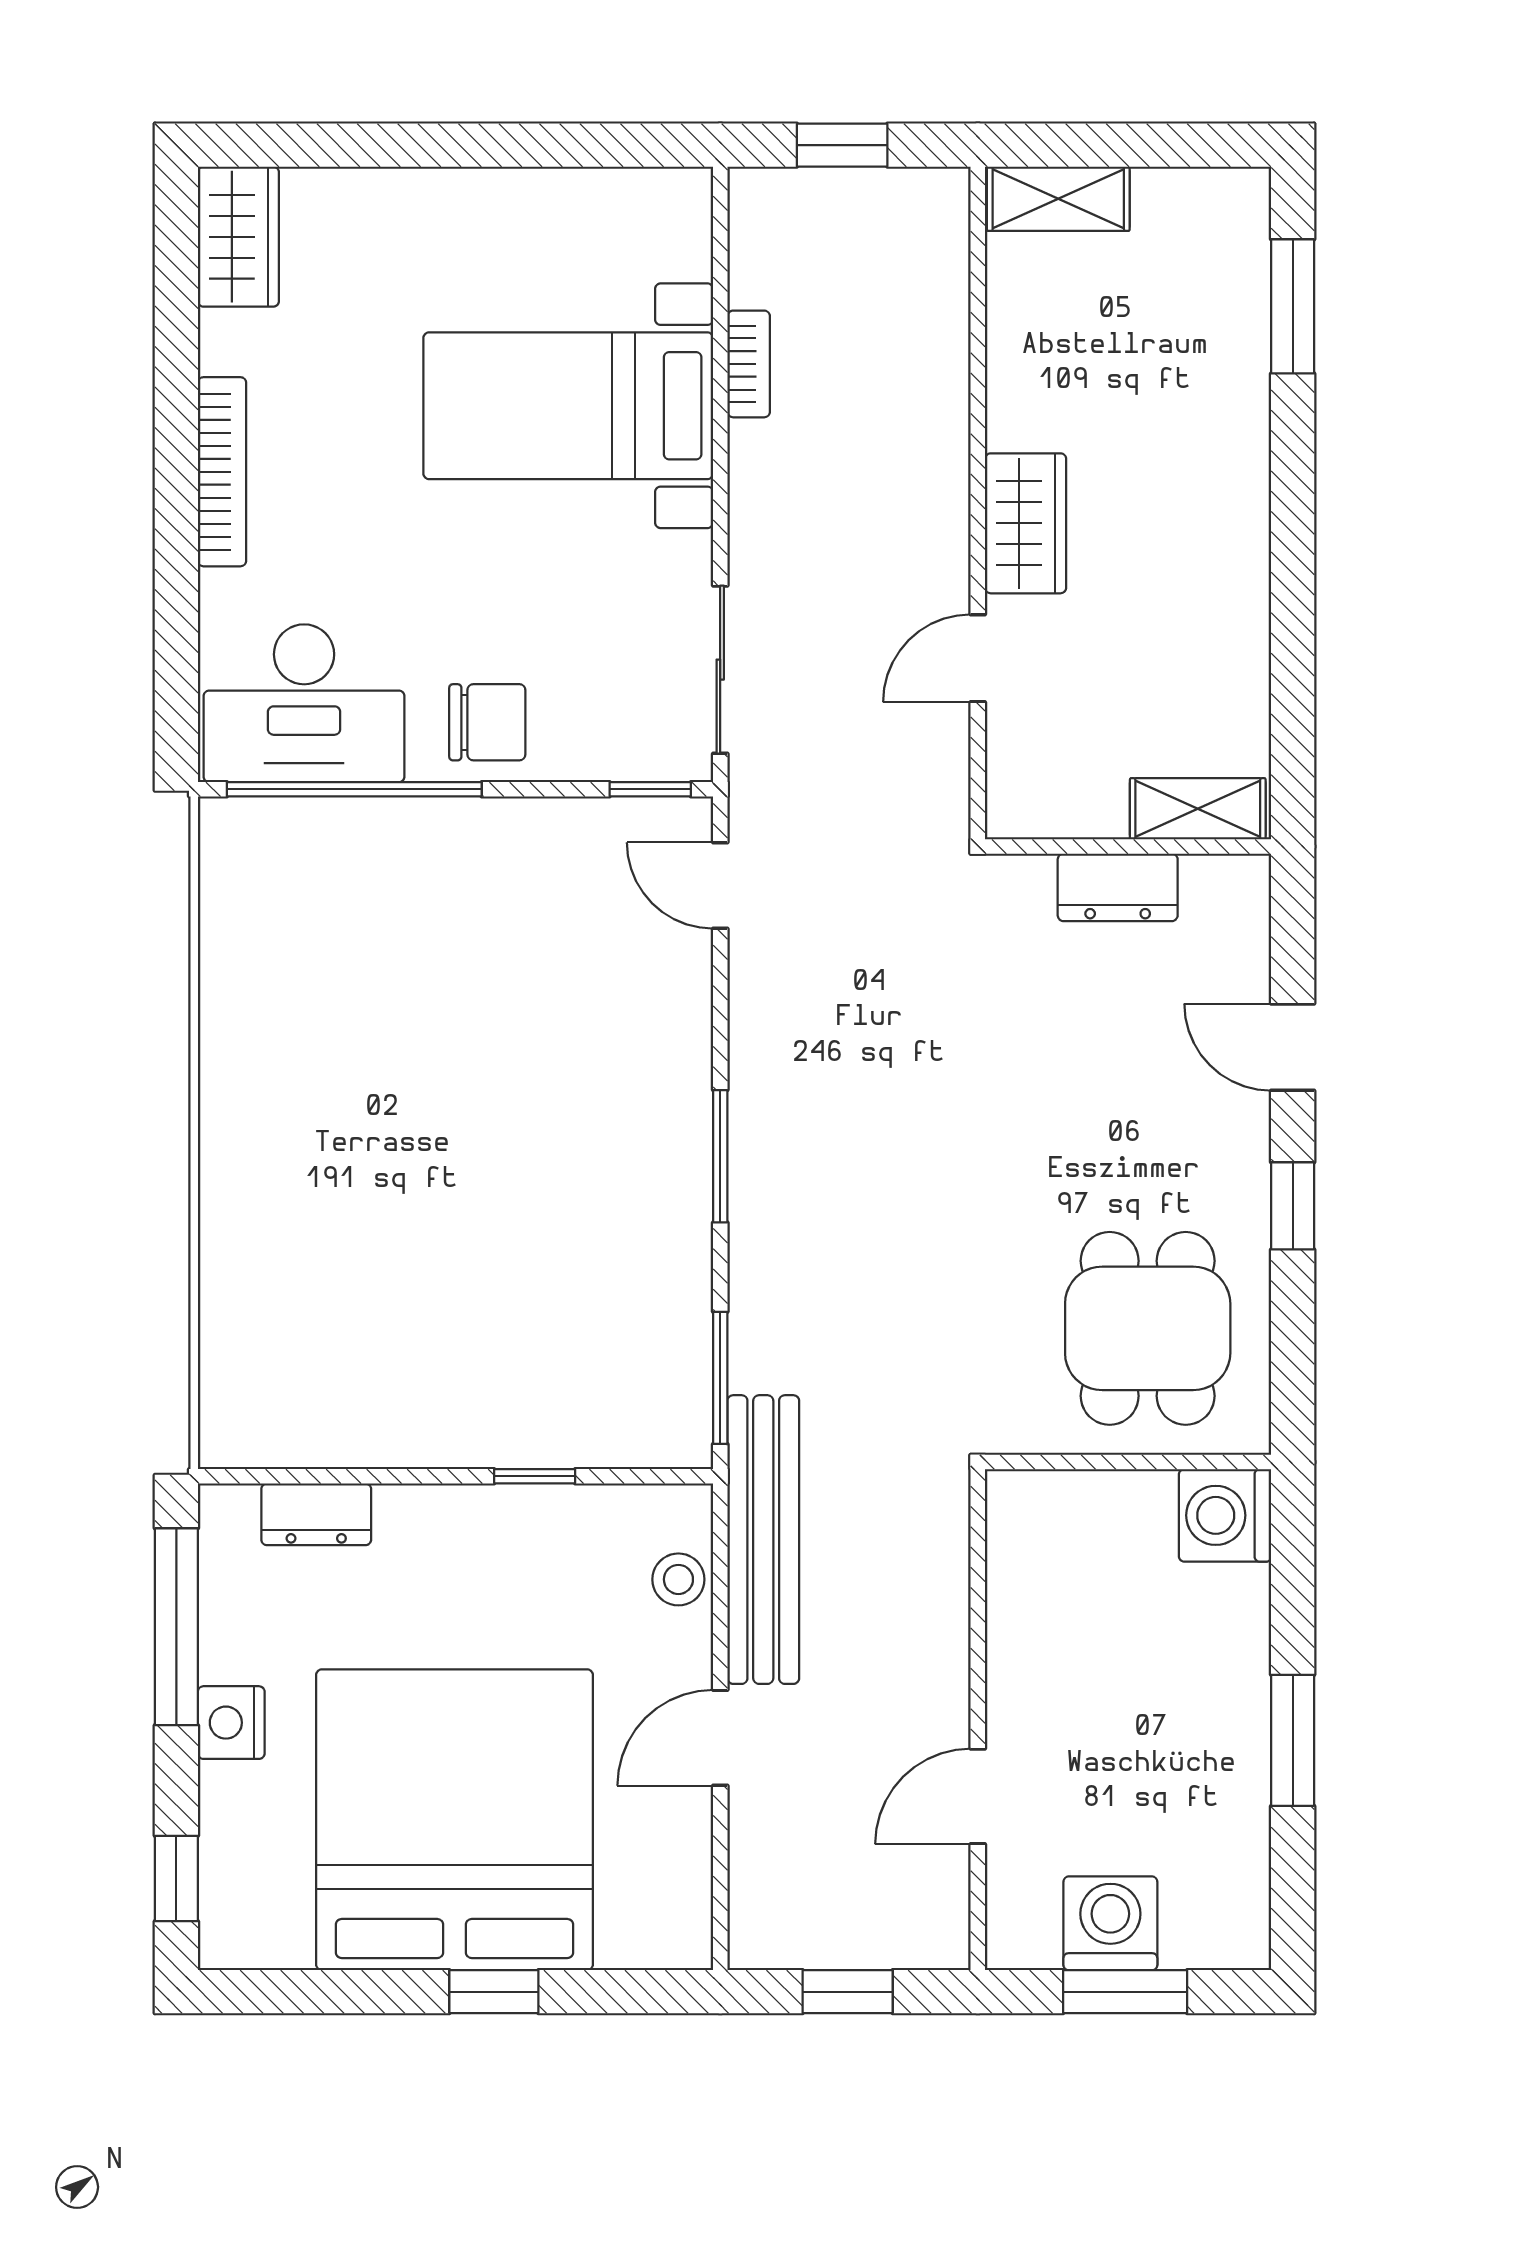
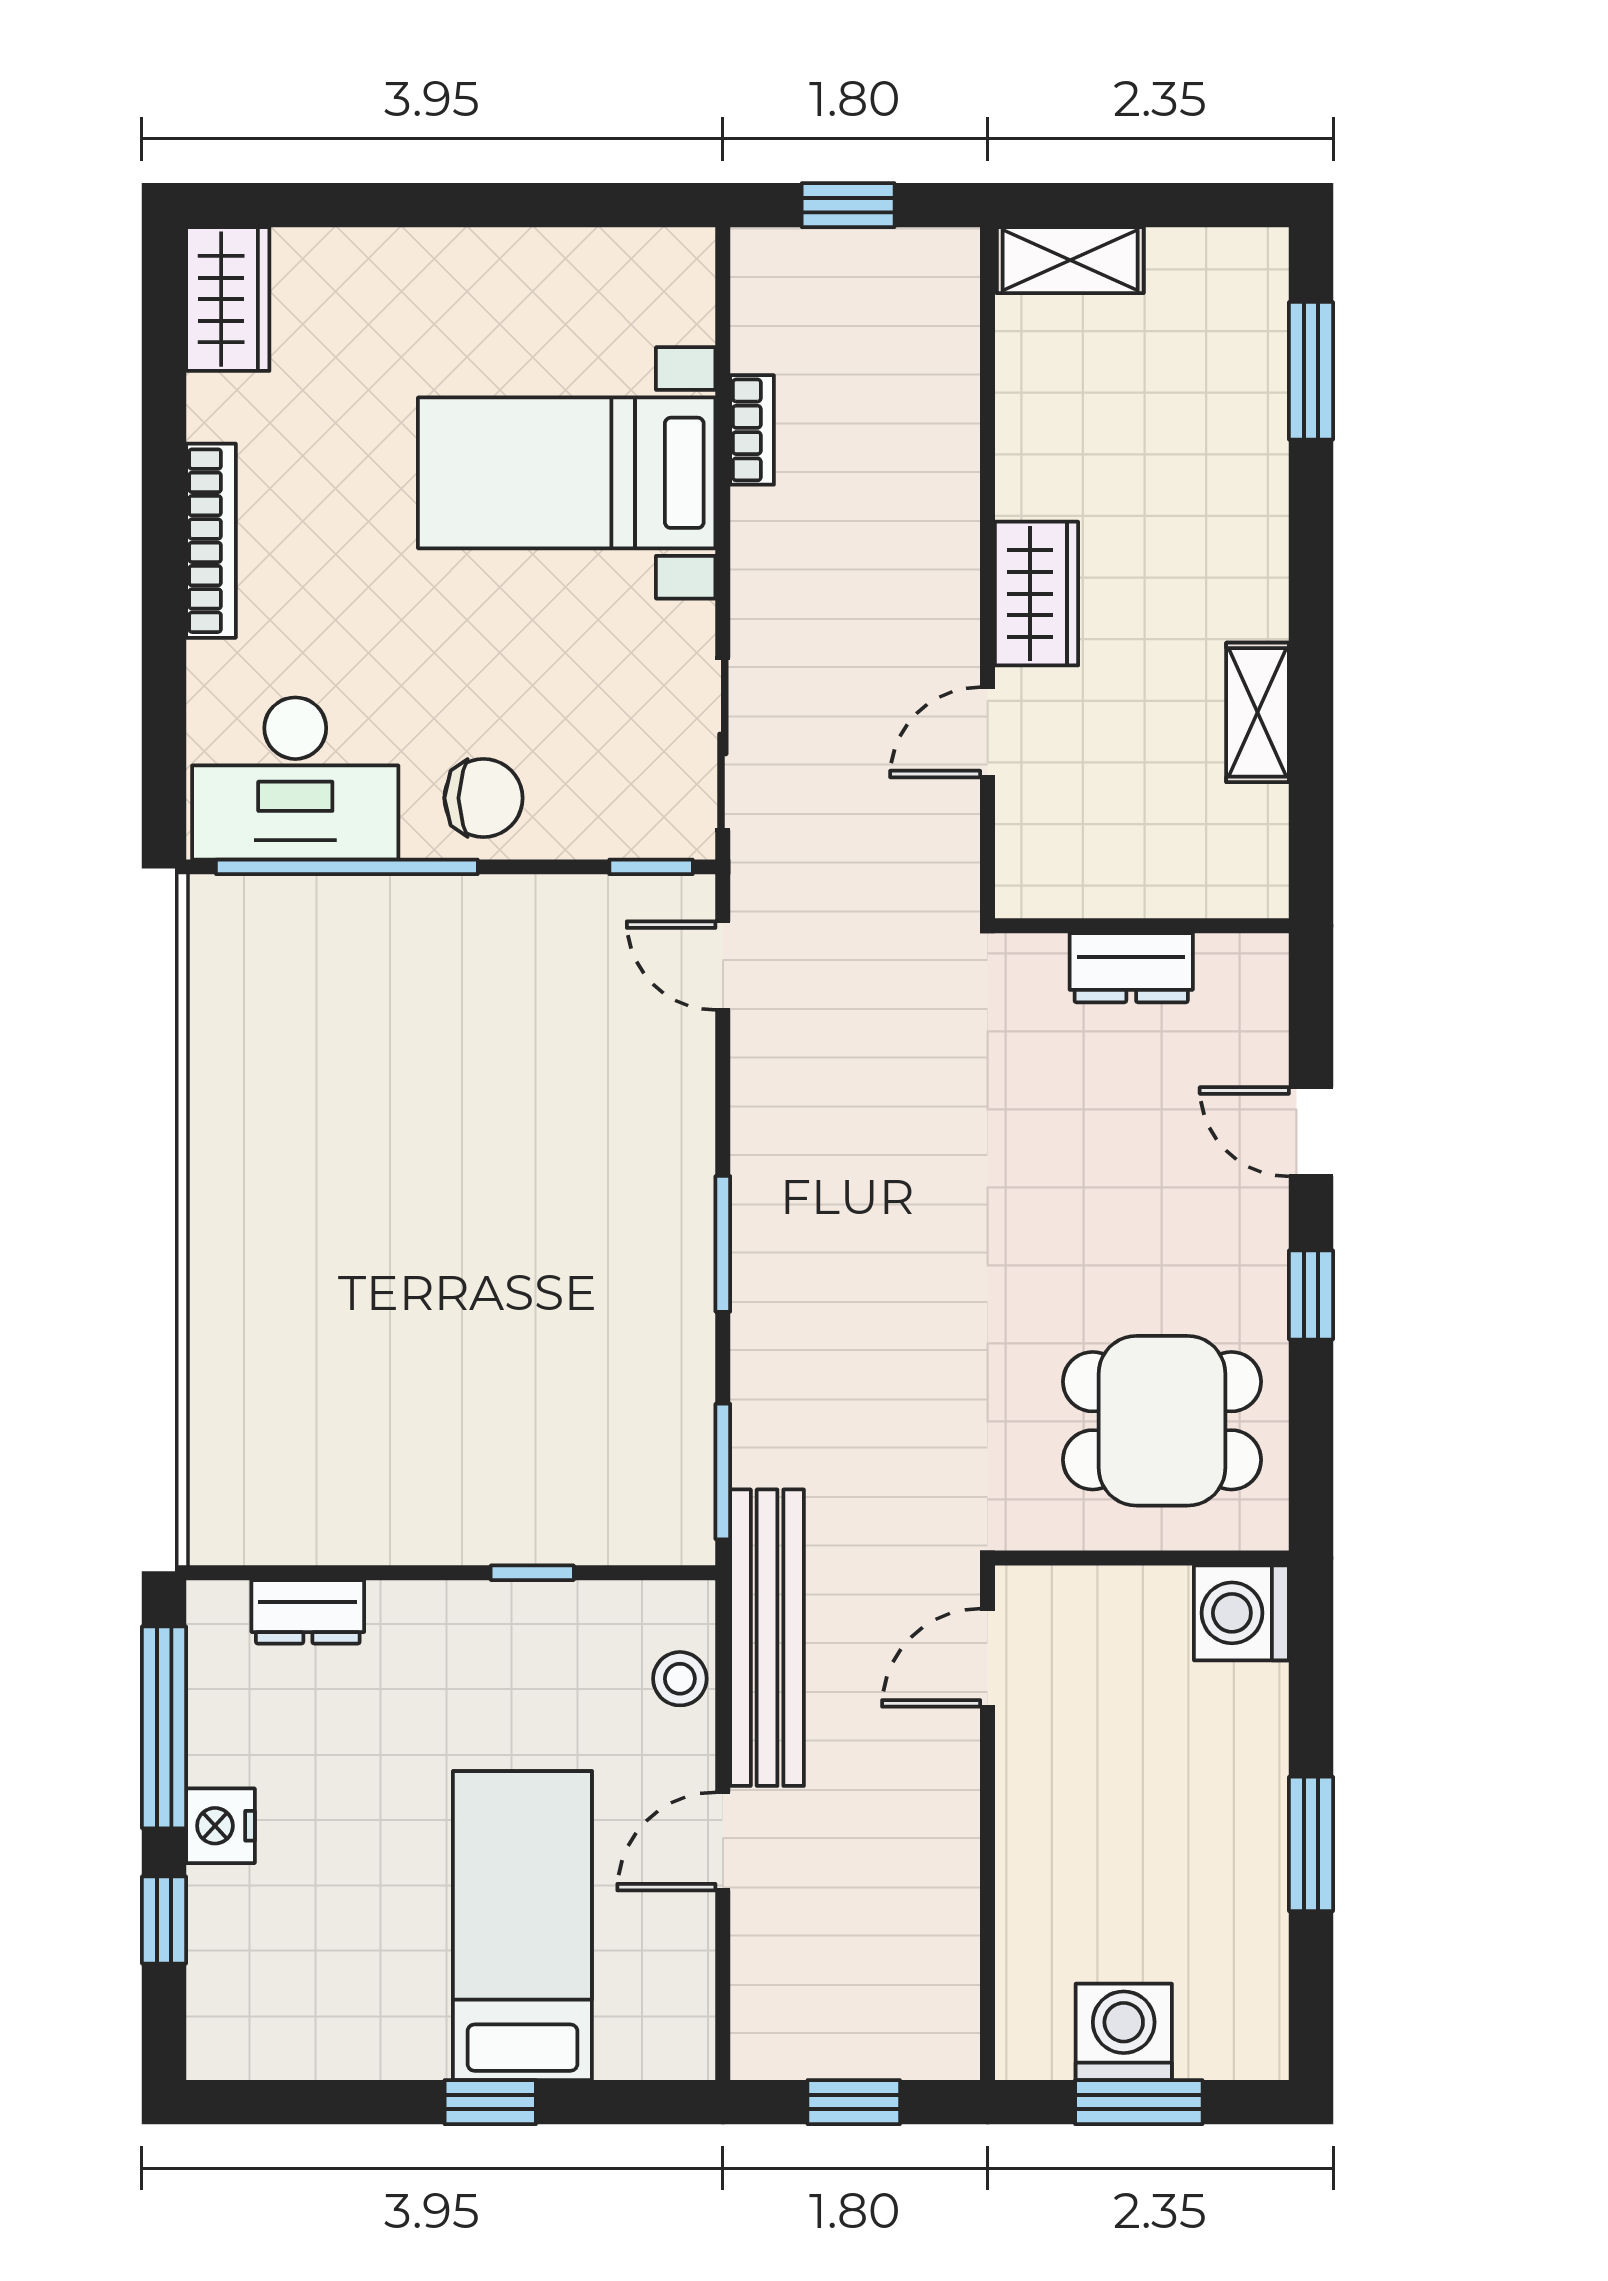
shelving: (1198, 809) -> (1258, 712), moved, turned 90
dining table: (1148, 1328) -> (1162, 1421), turned 90
door: (978, 1796) -> (988, 1658), moved
bed: (454, 1820) -> (522, 1926), width x0.49
window: (176, 1879) -> (164, 1920), moved

